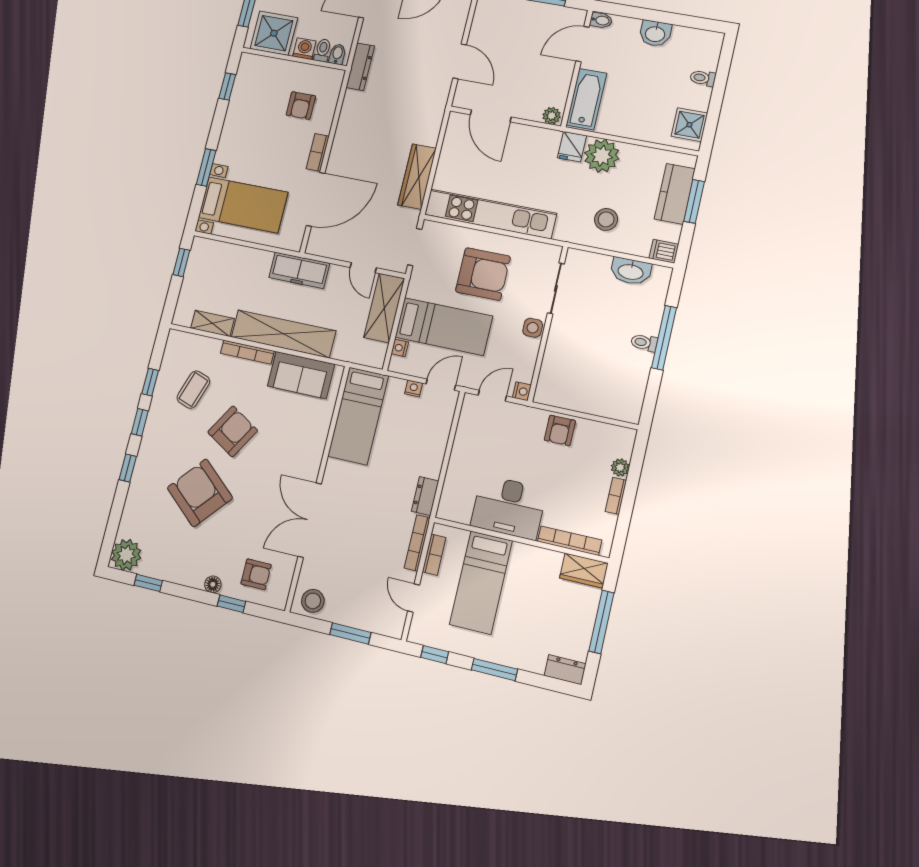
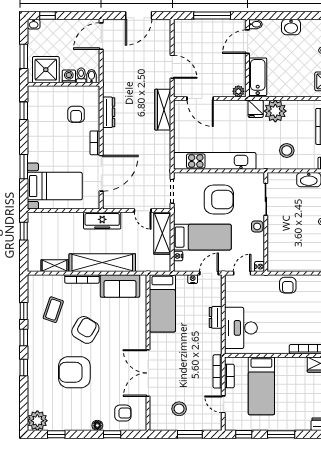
dresser: (360, 67) -> (109, 112), moved
wardrobe: (417, 177) -> (163, 110), moved
armchair: (200, 493) -> (74, 372), turned -41
dresser: (425, 496) -> (216, 317), moved
desk: (509, 507) -> (241, 328), moved, turned 90
stool: (313, 601) -> (179, 409), moved

